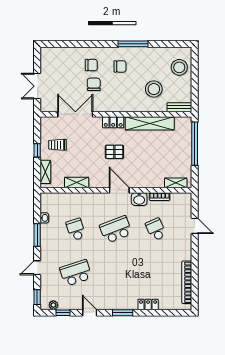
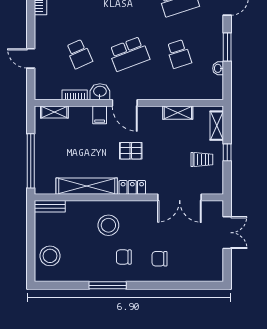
chair: (94, 84) -> (157, 235), removed
stool: (154, 89) -> (108, 225), moved
filing cabinet: (139, 181) -> (100, 115), added

